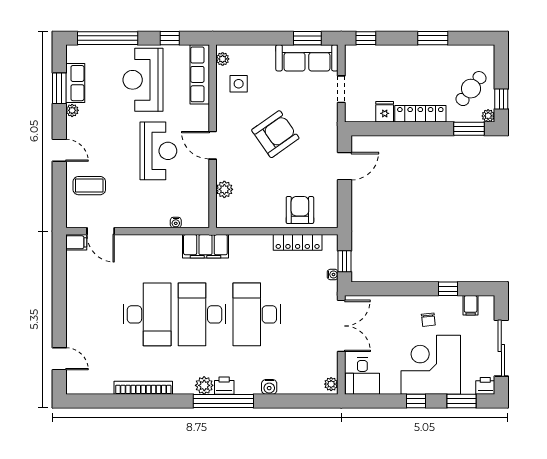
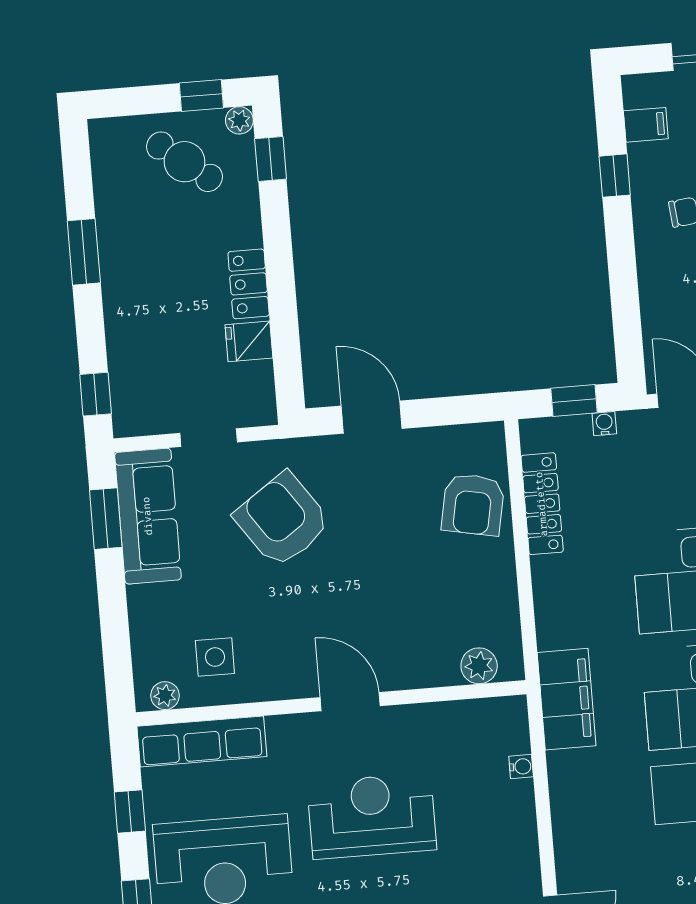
locker: (420, 114) -> (249, 284), width x0.66
window: (469, 129) -> (271, 159), width x0.67
armchair: (275, 134) -> (282, 520), moved
door: (213, 145) -> (350, 702), swing flipped
plant: (224, 189) -> (479, 666), moved
armchair: (300, 210) -> (473, 504), turned -79

